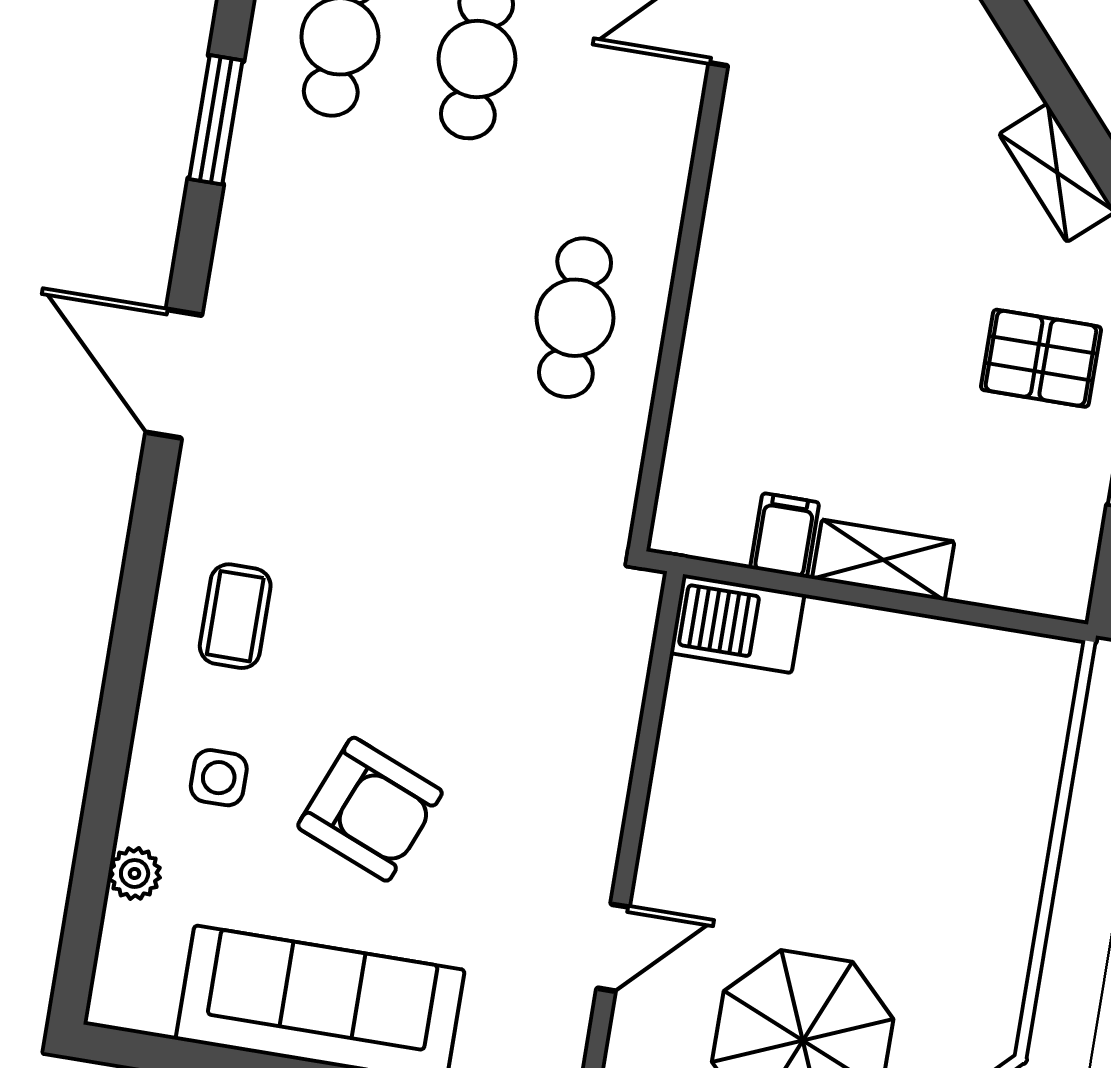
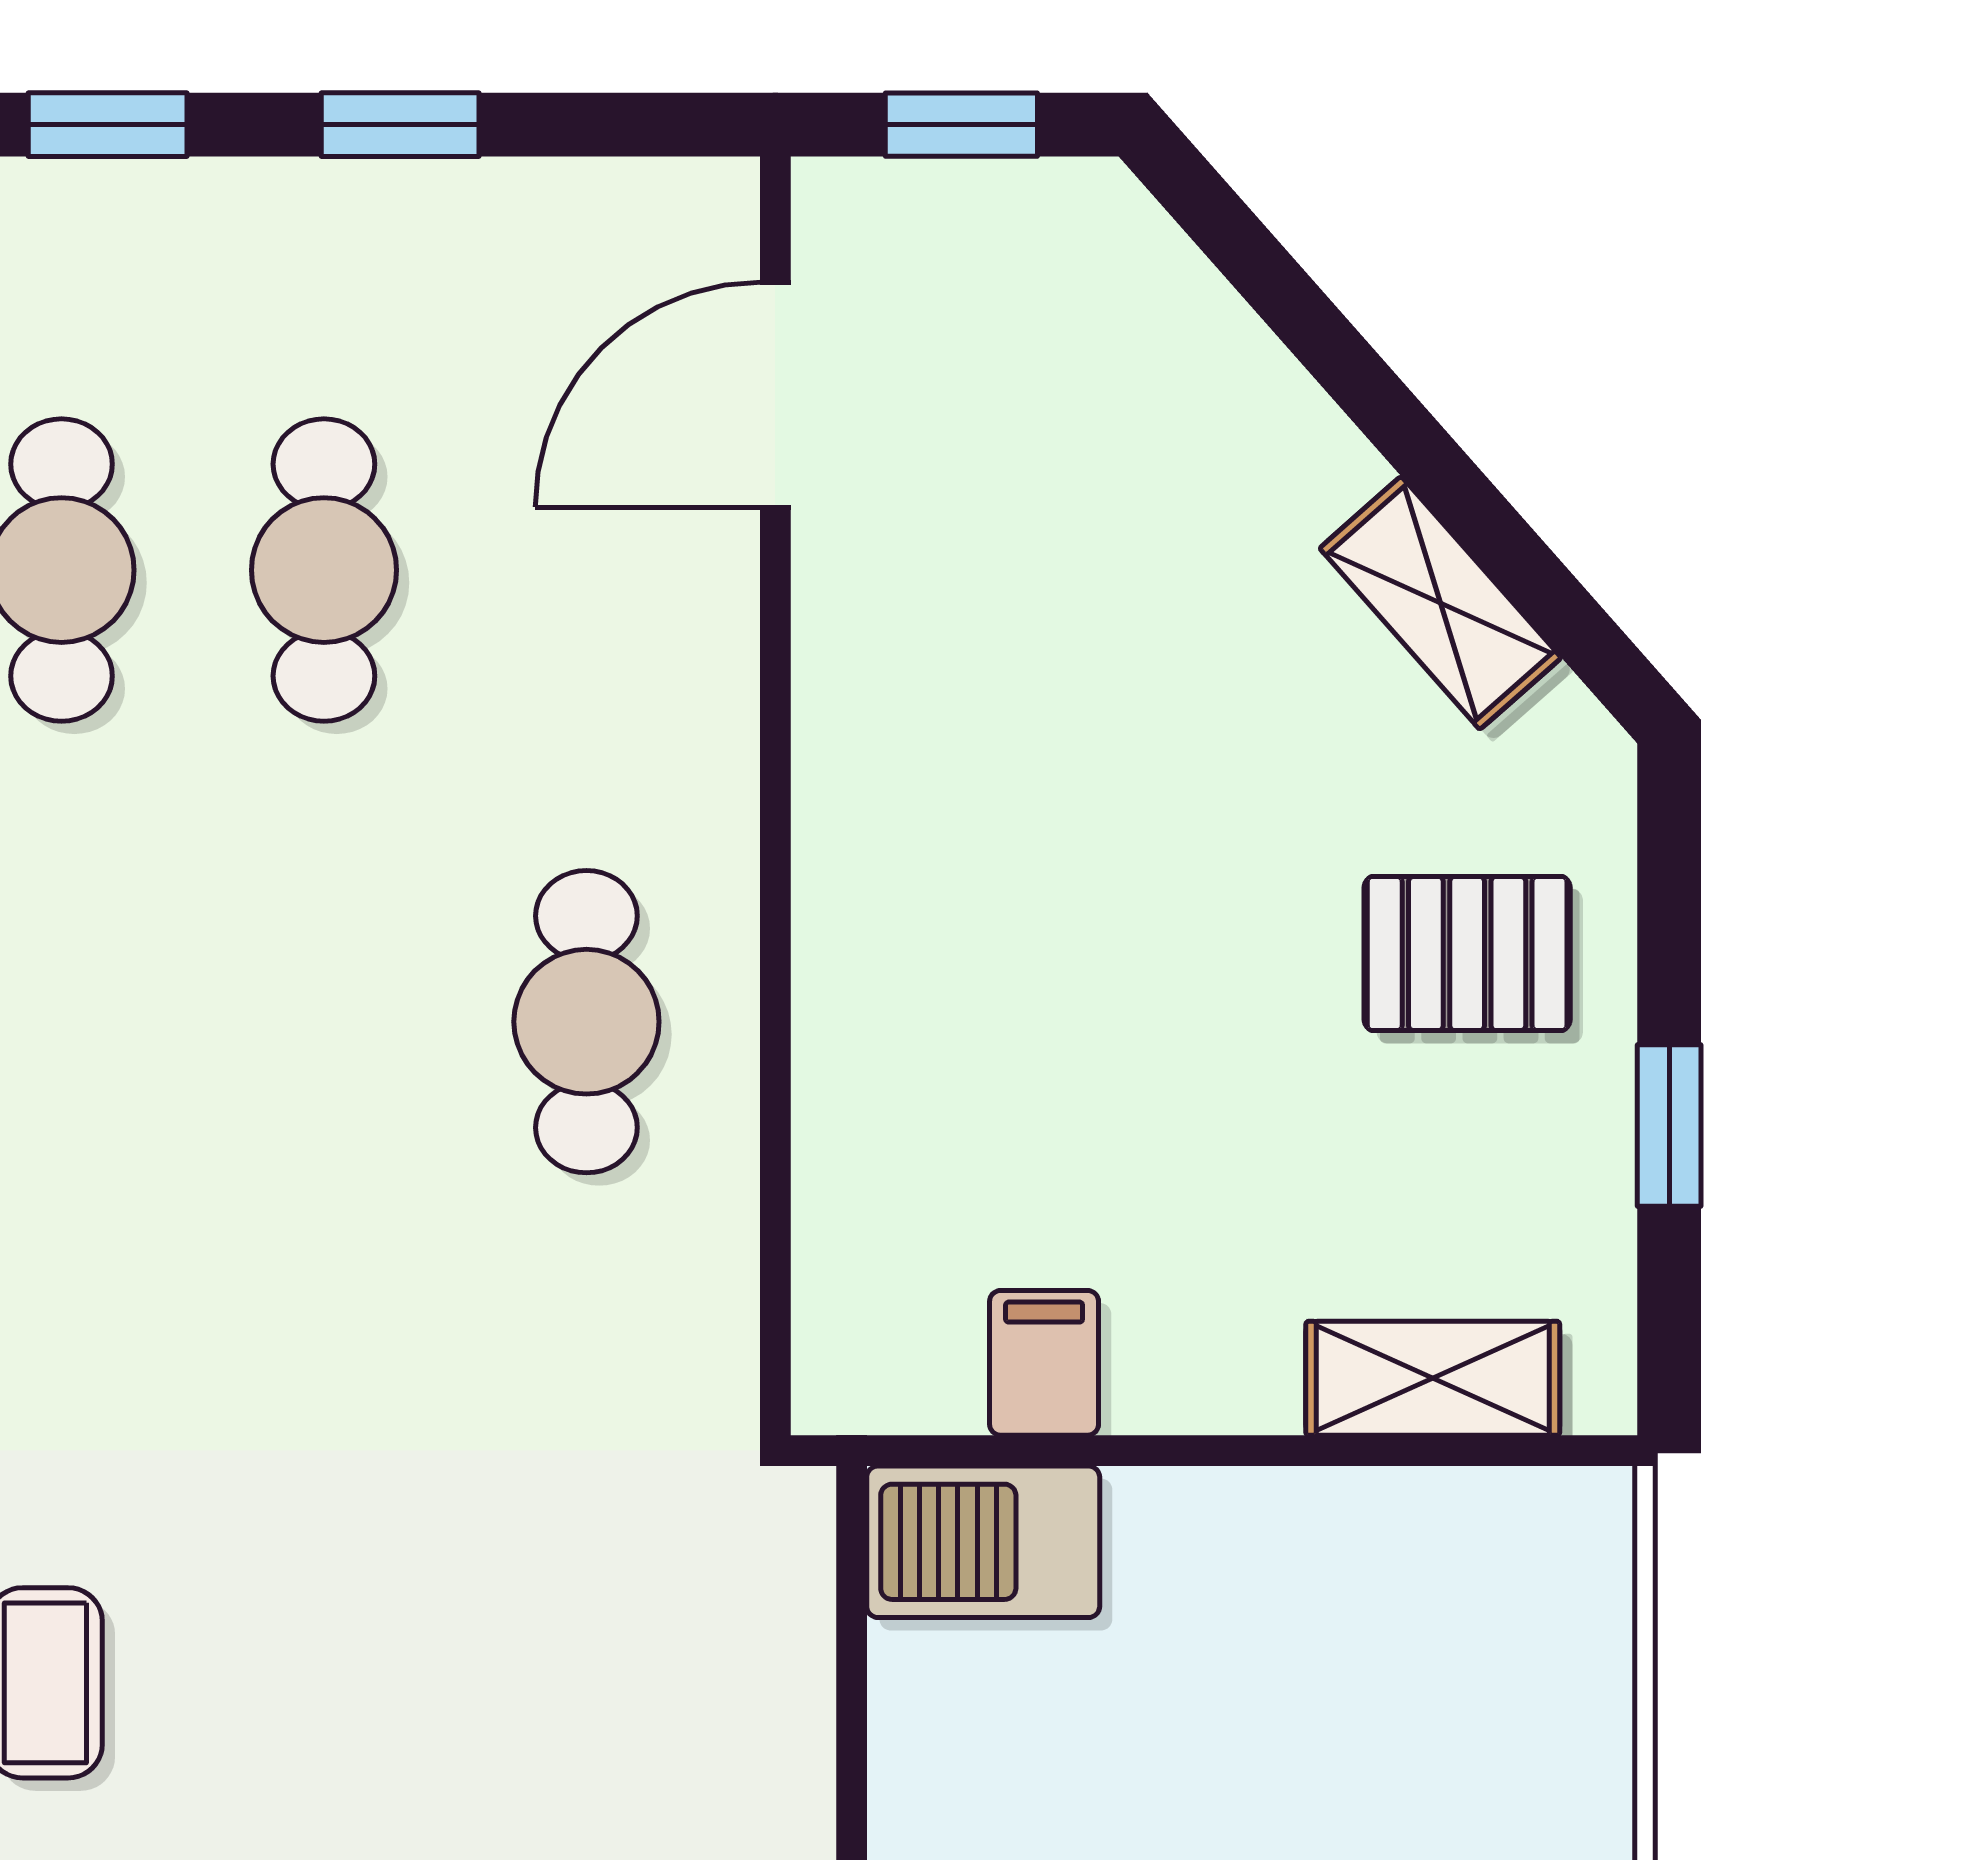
shelving: (883, 560) -> (1433, 1378), moved

